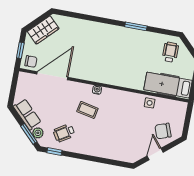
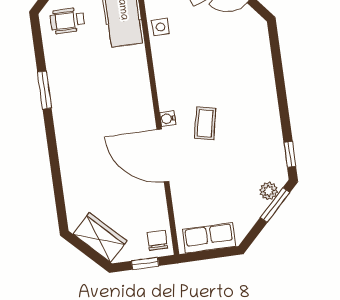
door: (52, 76) -> (163, 155), moved
row of seats: (27, 114) -> (209, 238), moved, turned 45
wheelchair: (64, 133) -> (255, 149), removed

